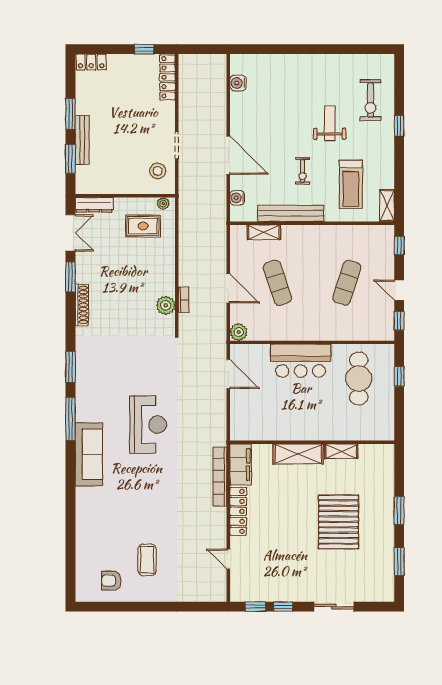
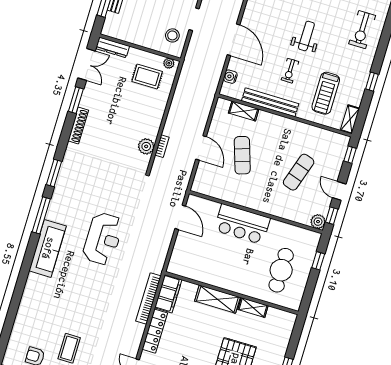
weight bench: (330, 123) -> (306, 36), moved
window: (399, 126) -> (372, 82), moved
plant: (239, 332) -> (318, 222), moved
cafe table: (359, 378) -> (281, 270), moved

